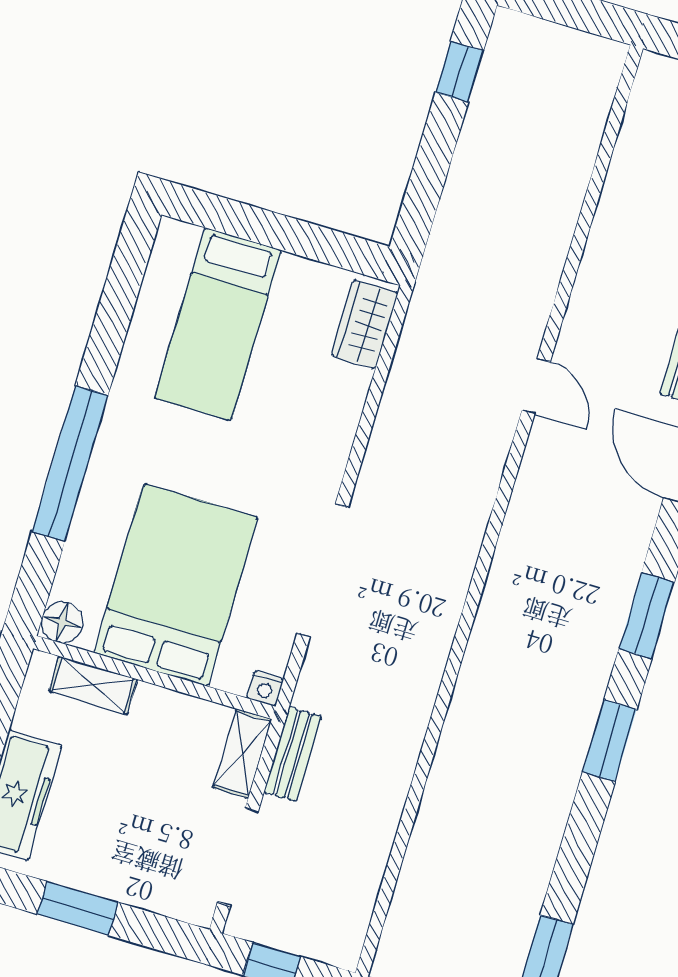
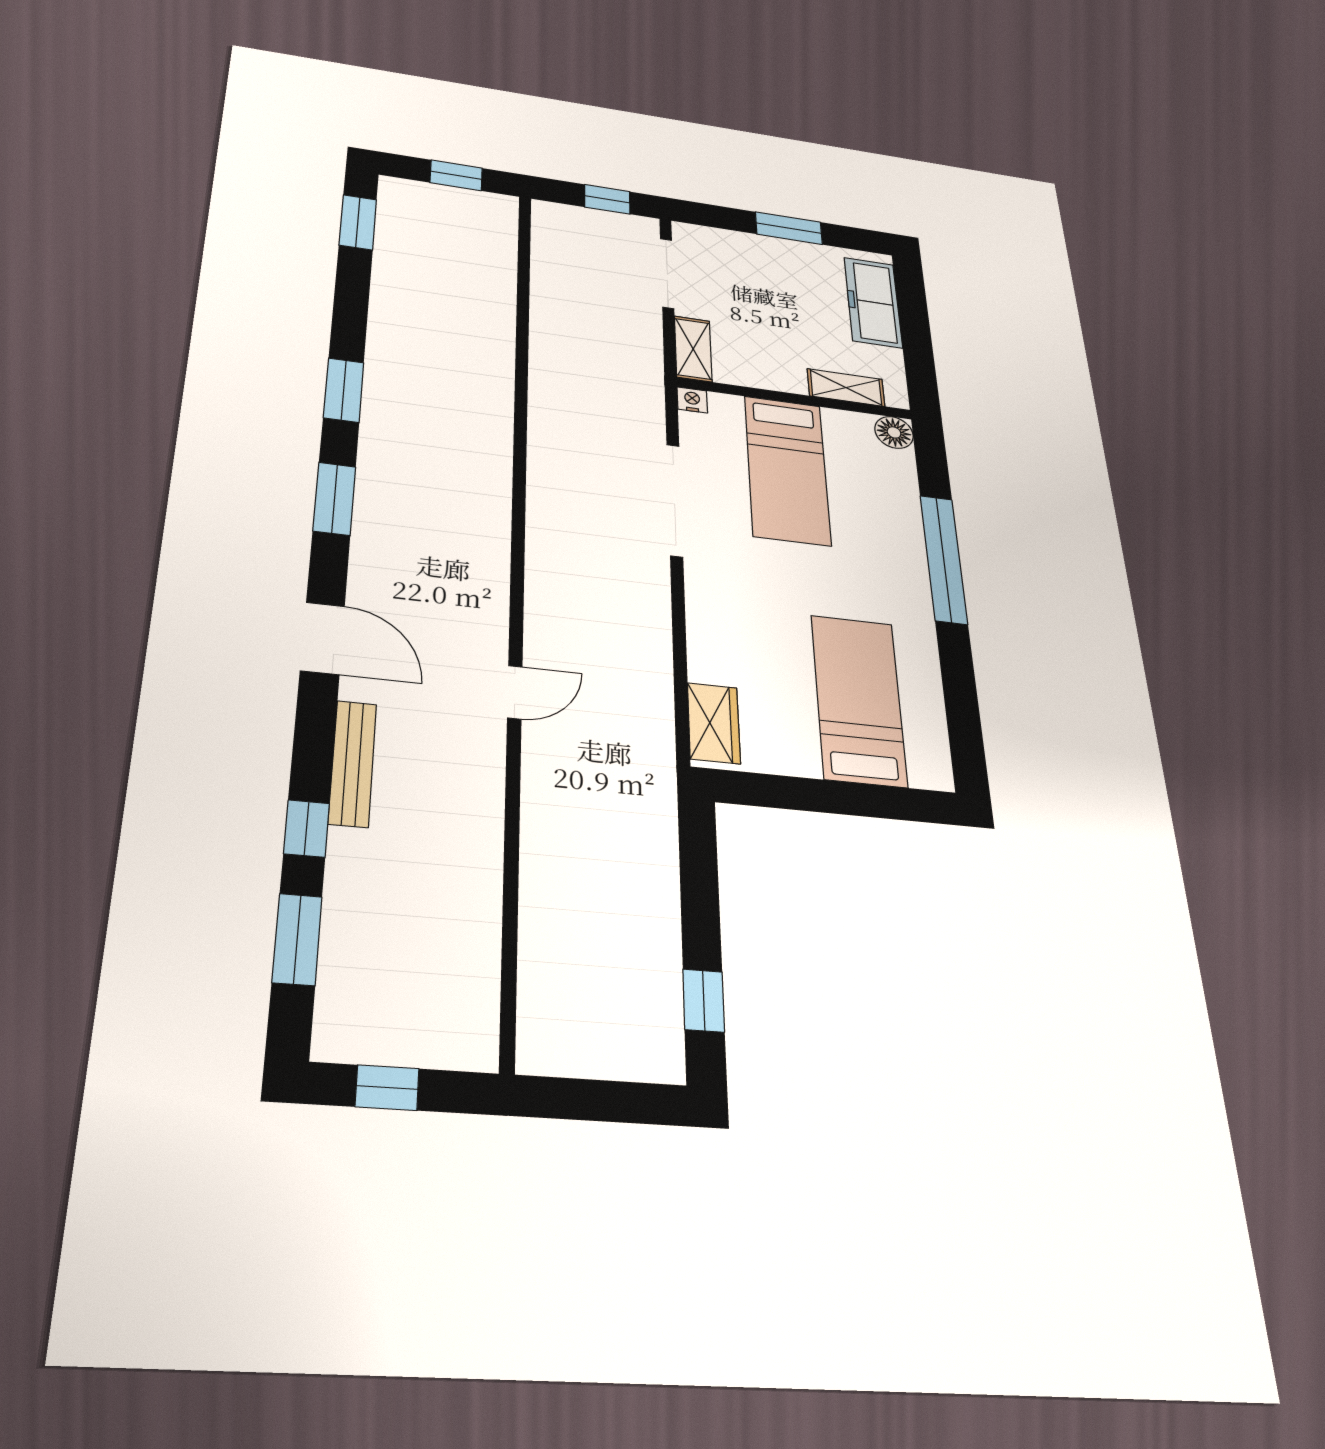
door: (536, 386) -> (515, 692), swing flipped
bed: (176, 585) -> (787, 470), width x0.67
bench: (293, 754) -> (647, 352), removed

